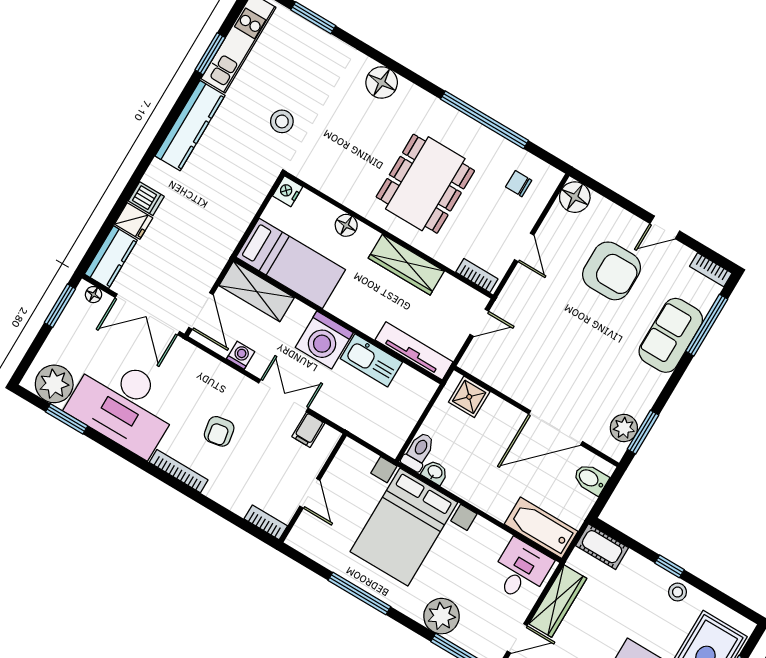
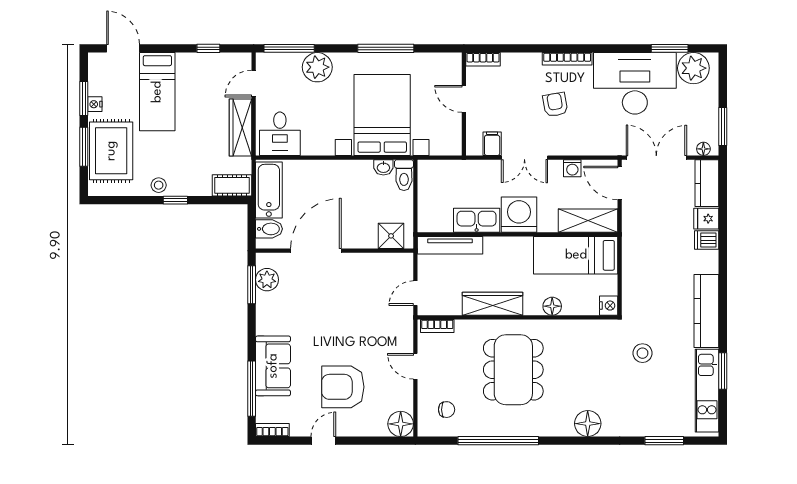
bathtub: (541, 528) -> (269, 190), moved, turned -90

